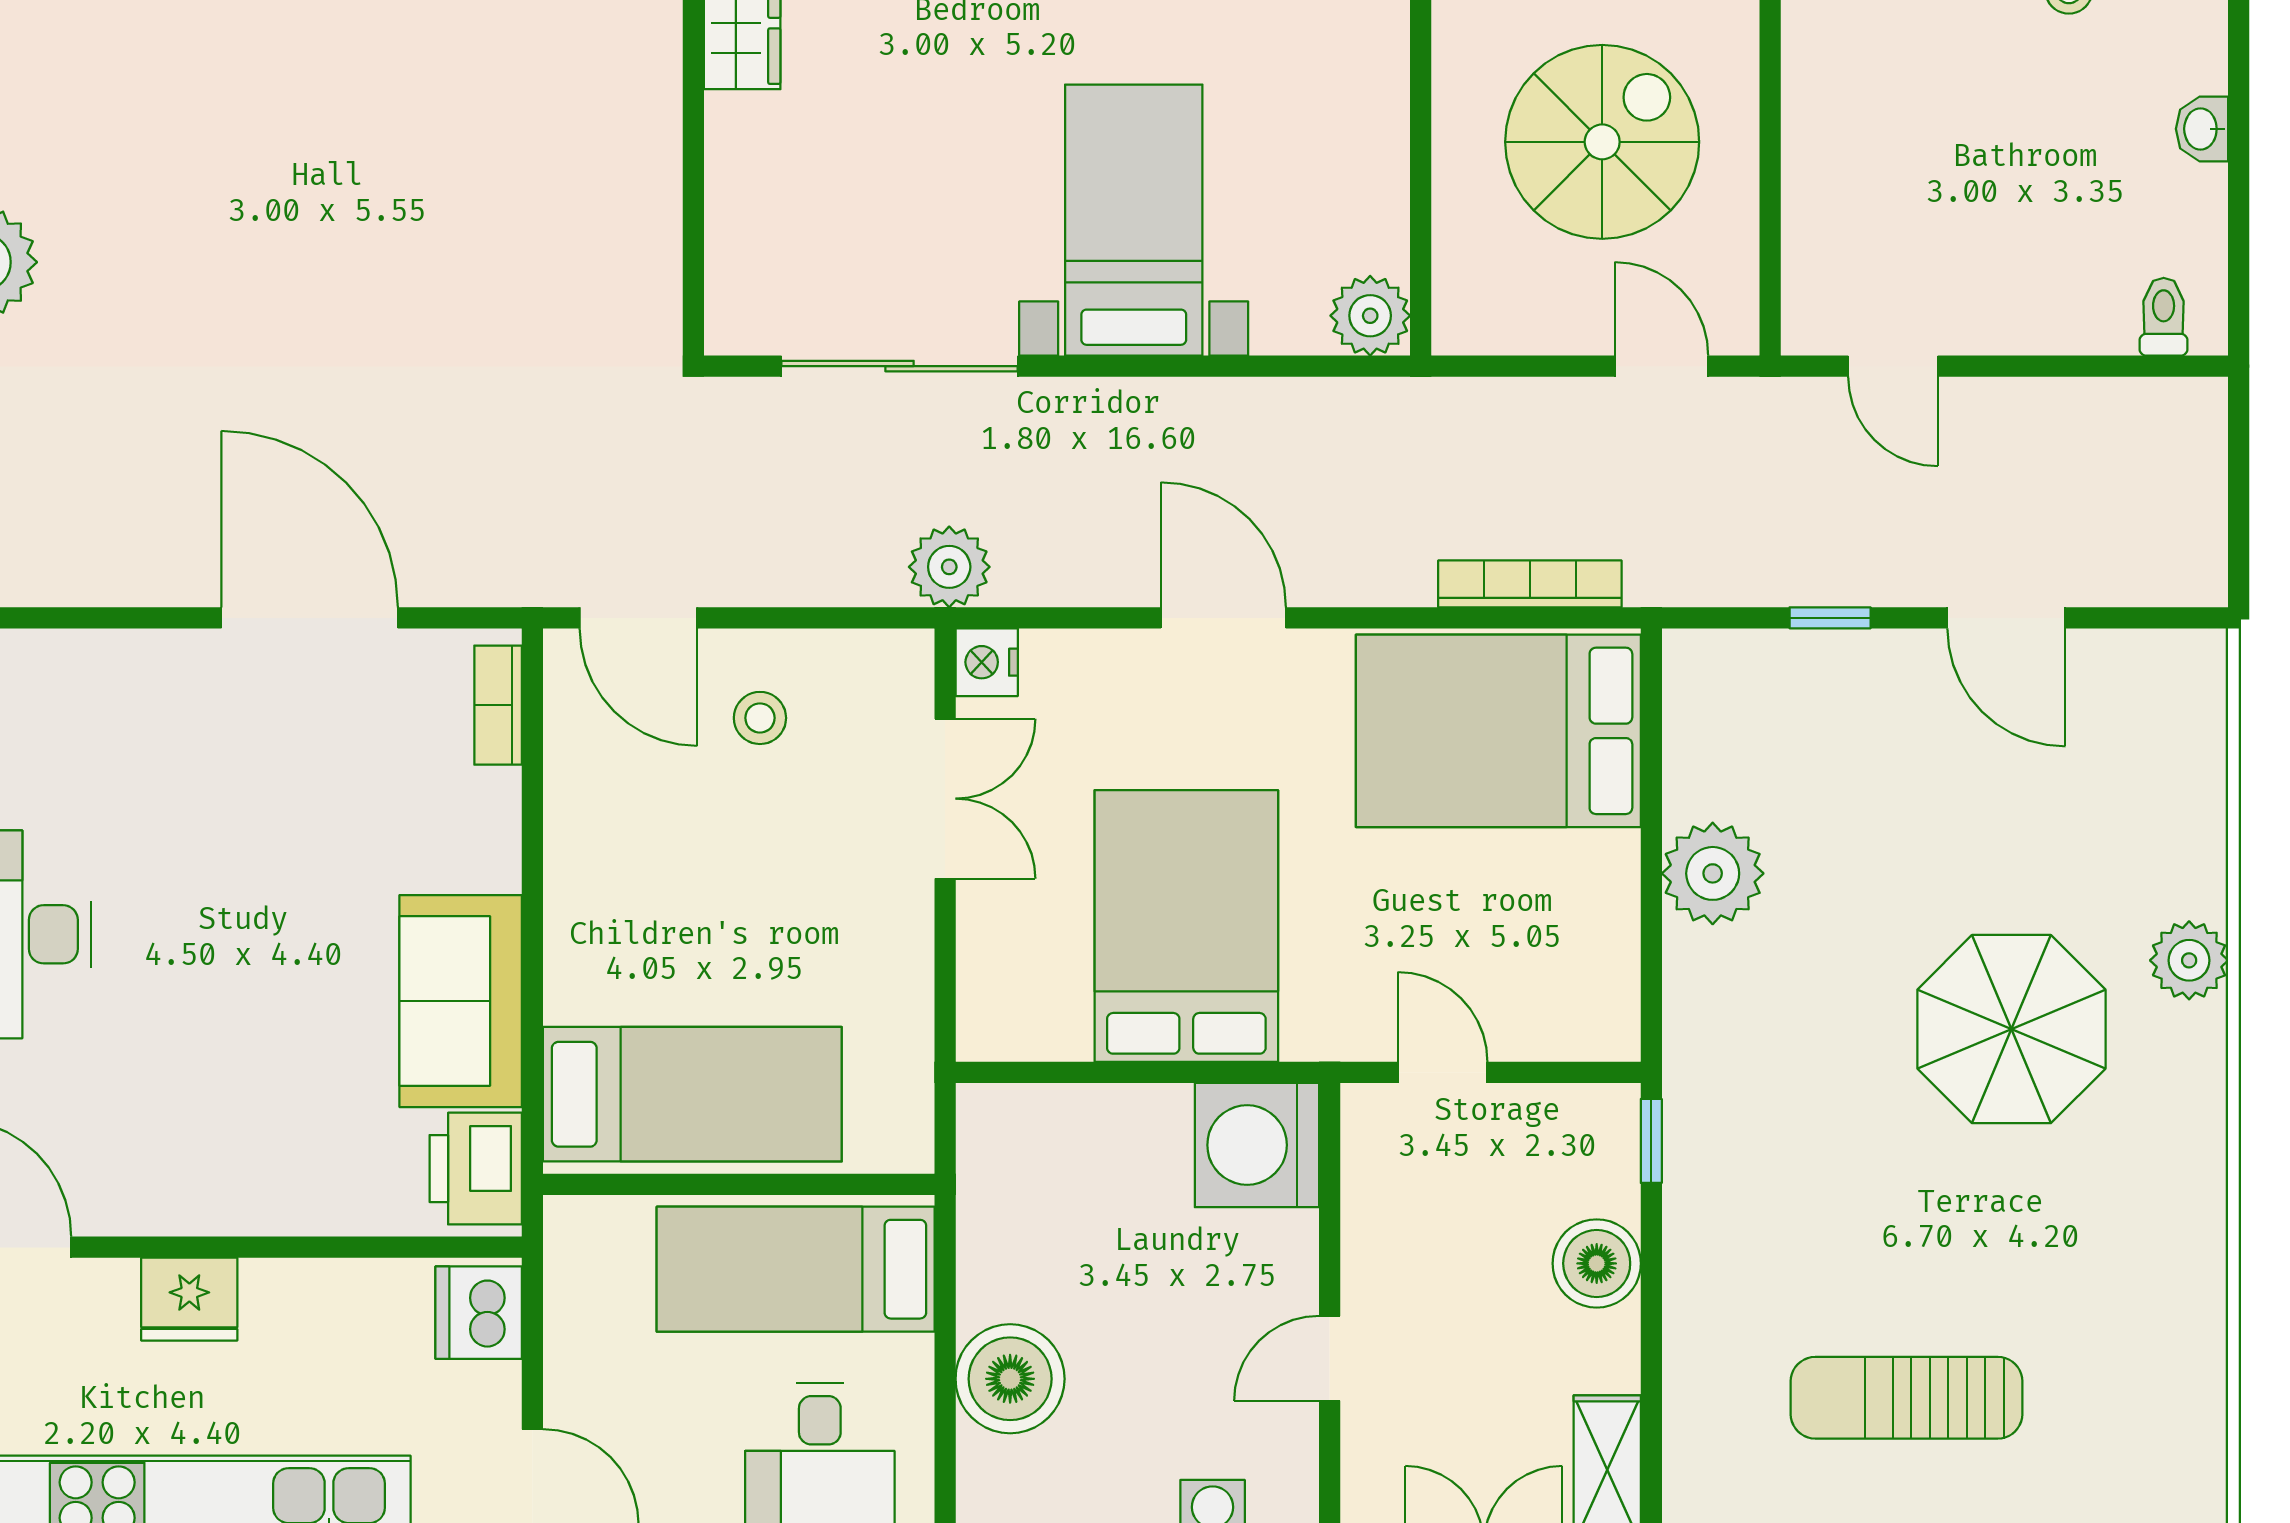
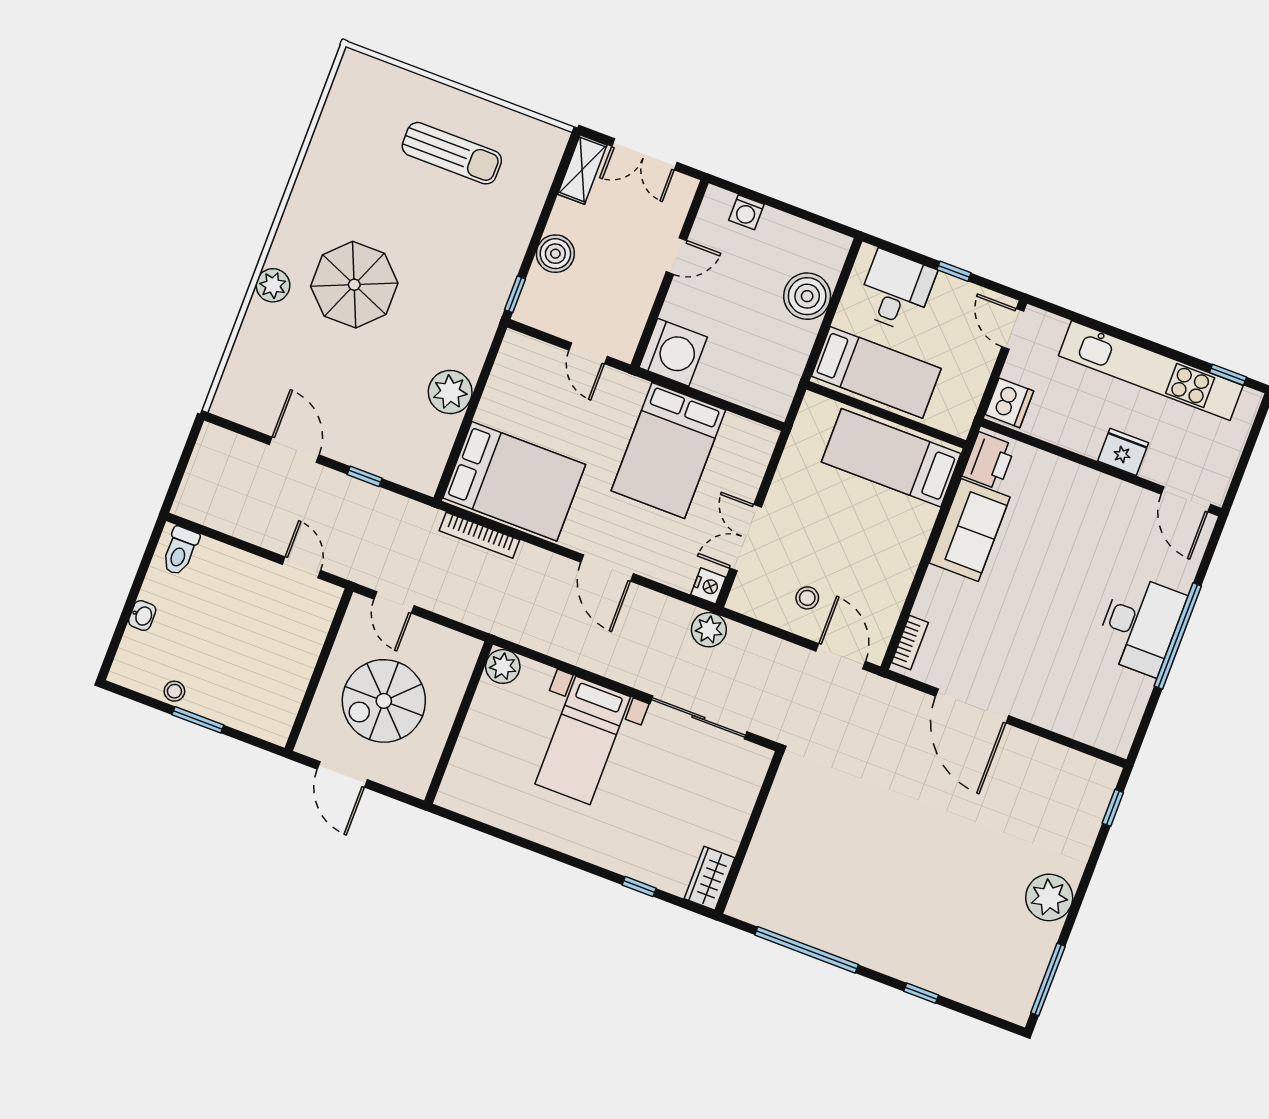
toilet: (2164, 317) -> (180, 551), width x1.37, depth x1.39

